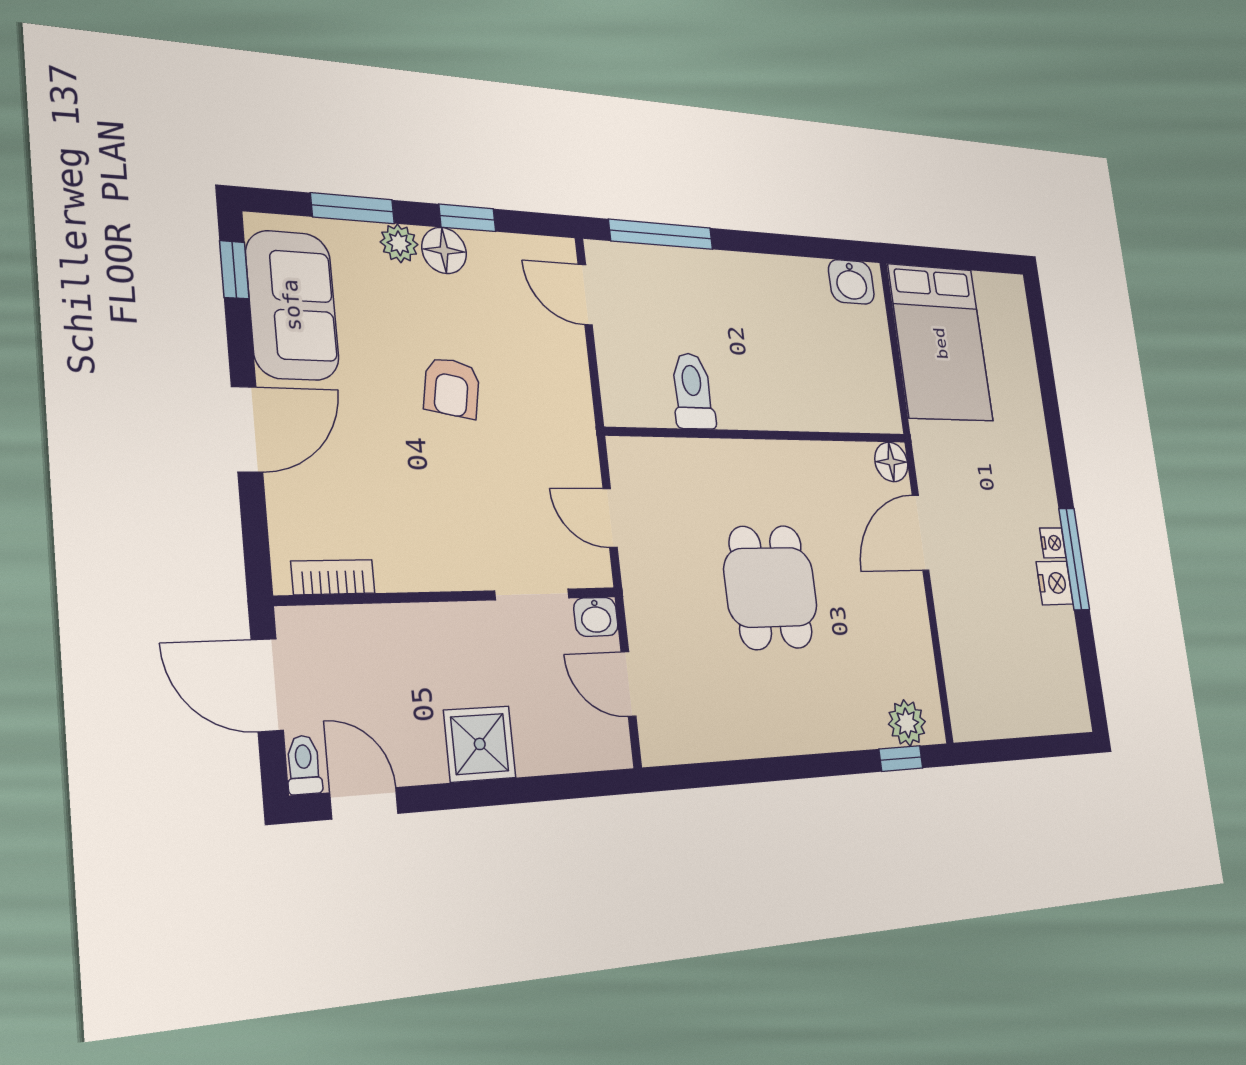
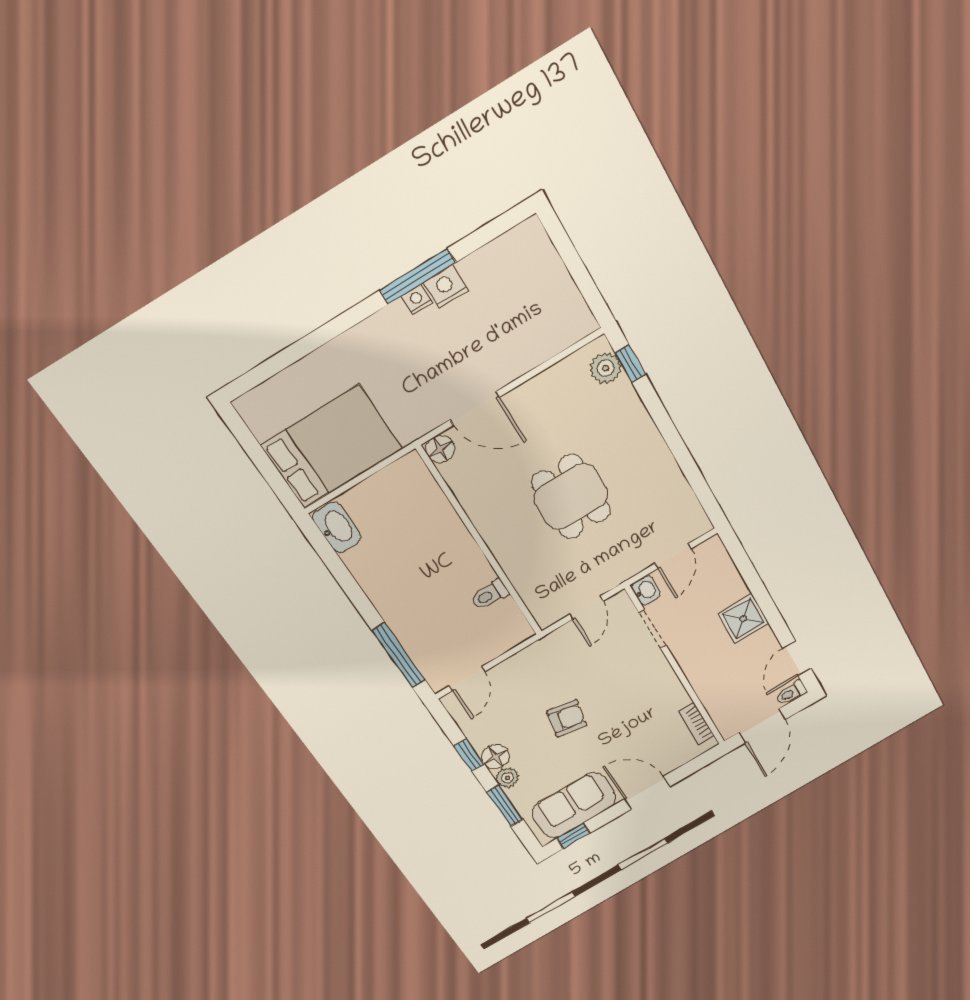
washbasin: (851, 282) -> (337, 527), width x1.38
toilet: (693, 391) -> (490, 595), width x0.73, depth x0.72
dining table: (771, 587) -> (571, 497), turned 90

